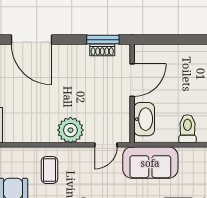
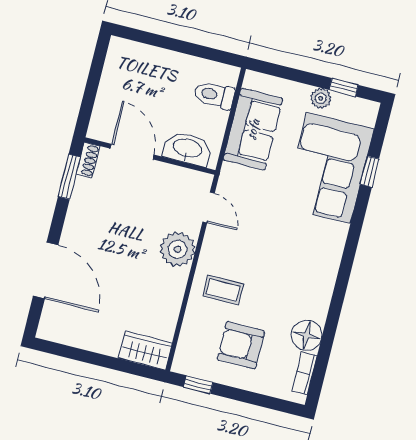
door: (32, 40) -> (46, 270), hinge flipped
shoe rack: (102, 50) -> (88, 160), moved
sofa: (150, 163) -> (253, 129), moved

